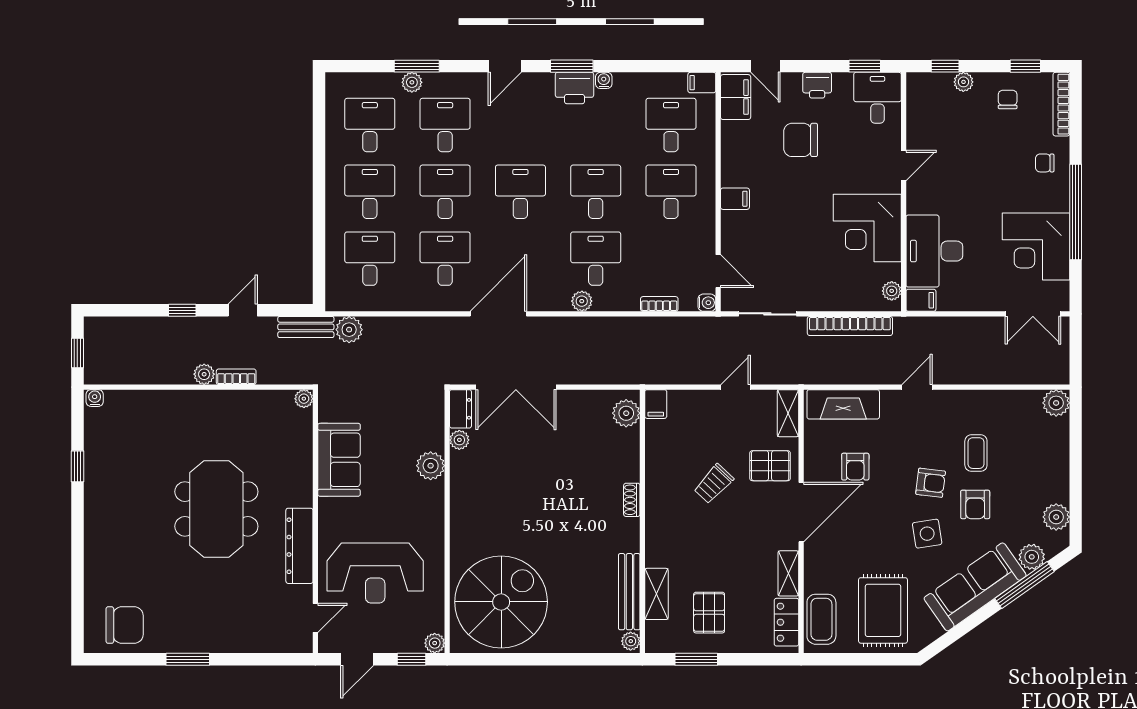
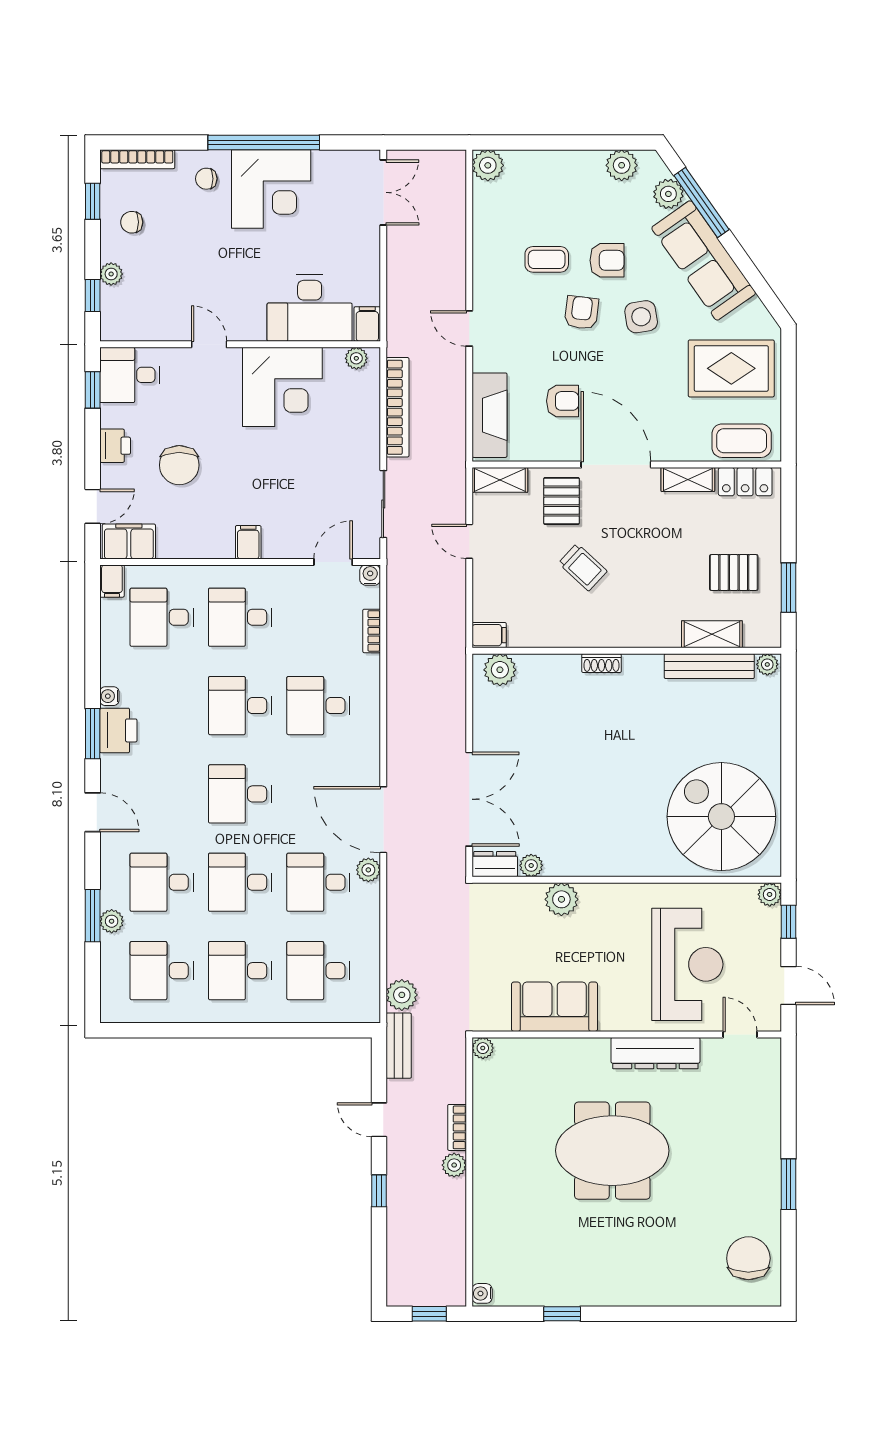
chair: (1045, 163) -> (206, 179), turned 90
corner desk: (1036, 246) -> (271, 189), moved
plant: (582, 301) -> (368, 870), moved

